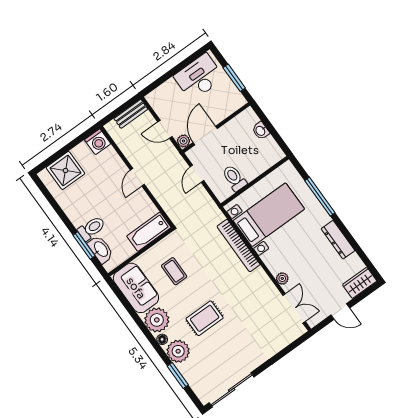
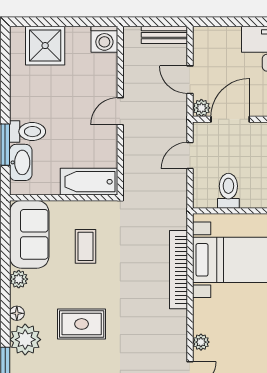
plant: (157, 320) -> (19, 279), width x0.53, depth x0.53

